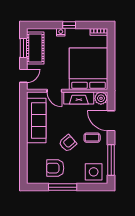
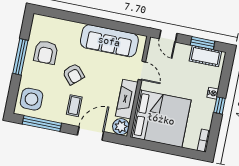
cot: (35, 48) -> (205, 56), width x0.73, depth x0.75
door: (54, 91) -> (142, 71), swing flipped
armchair: (55, 168) -> (46, 52), turned 180

